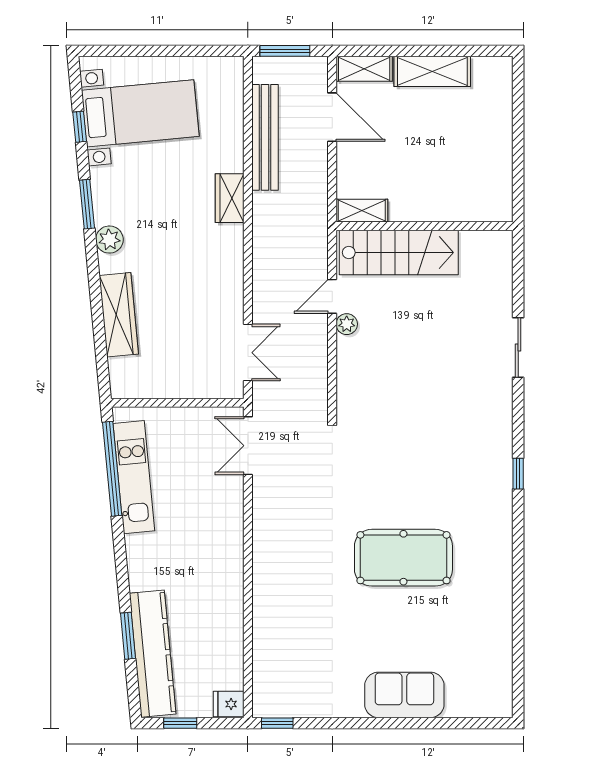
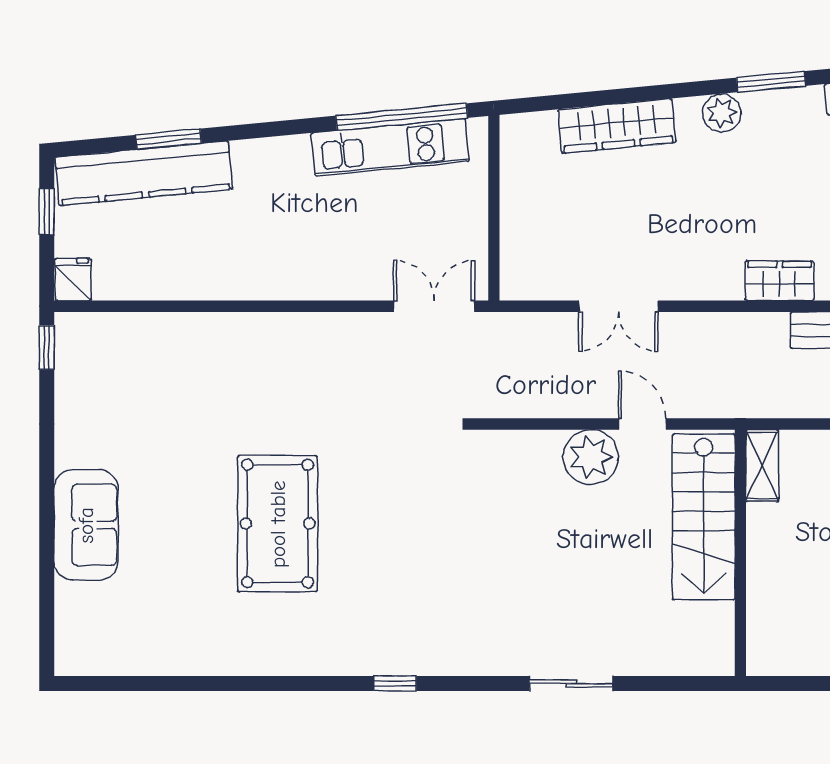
plant: (347, 324) -> (591, 457), width x1.88, depth x1.88
double door: (248, 353) -> (618, 306), moved

